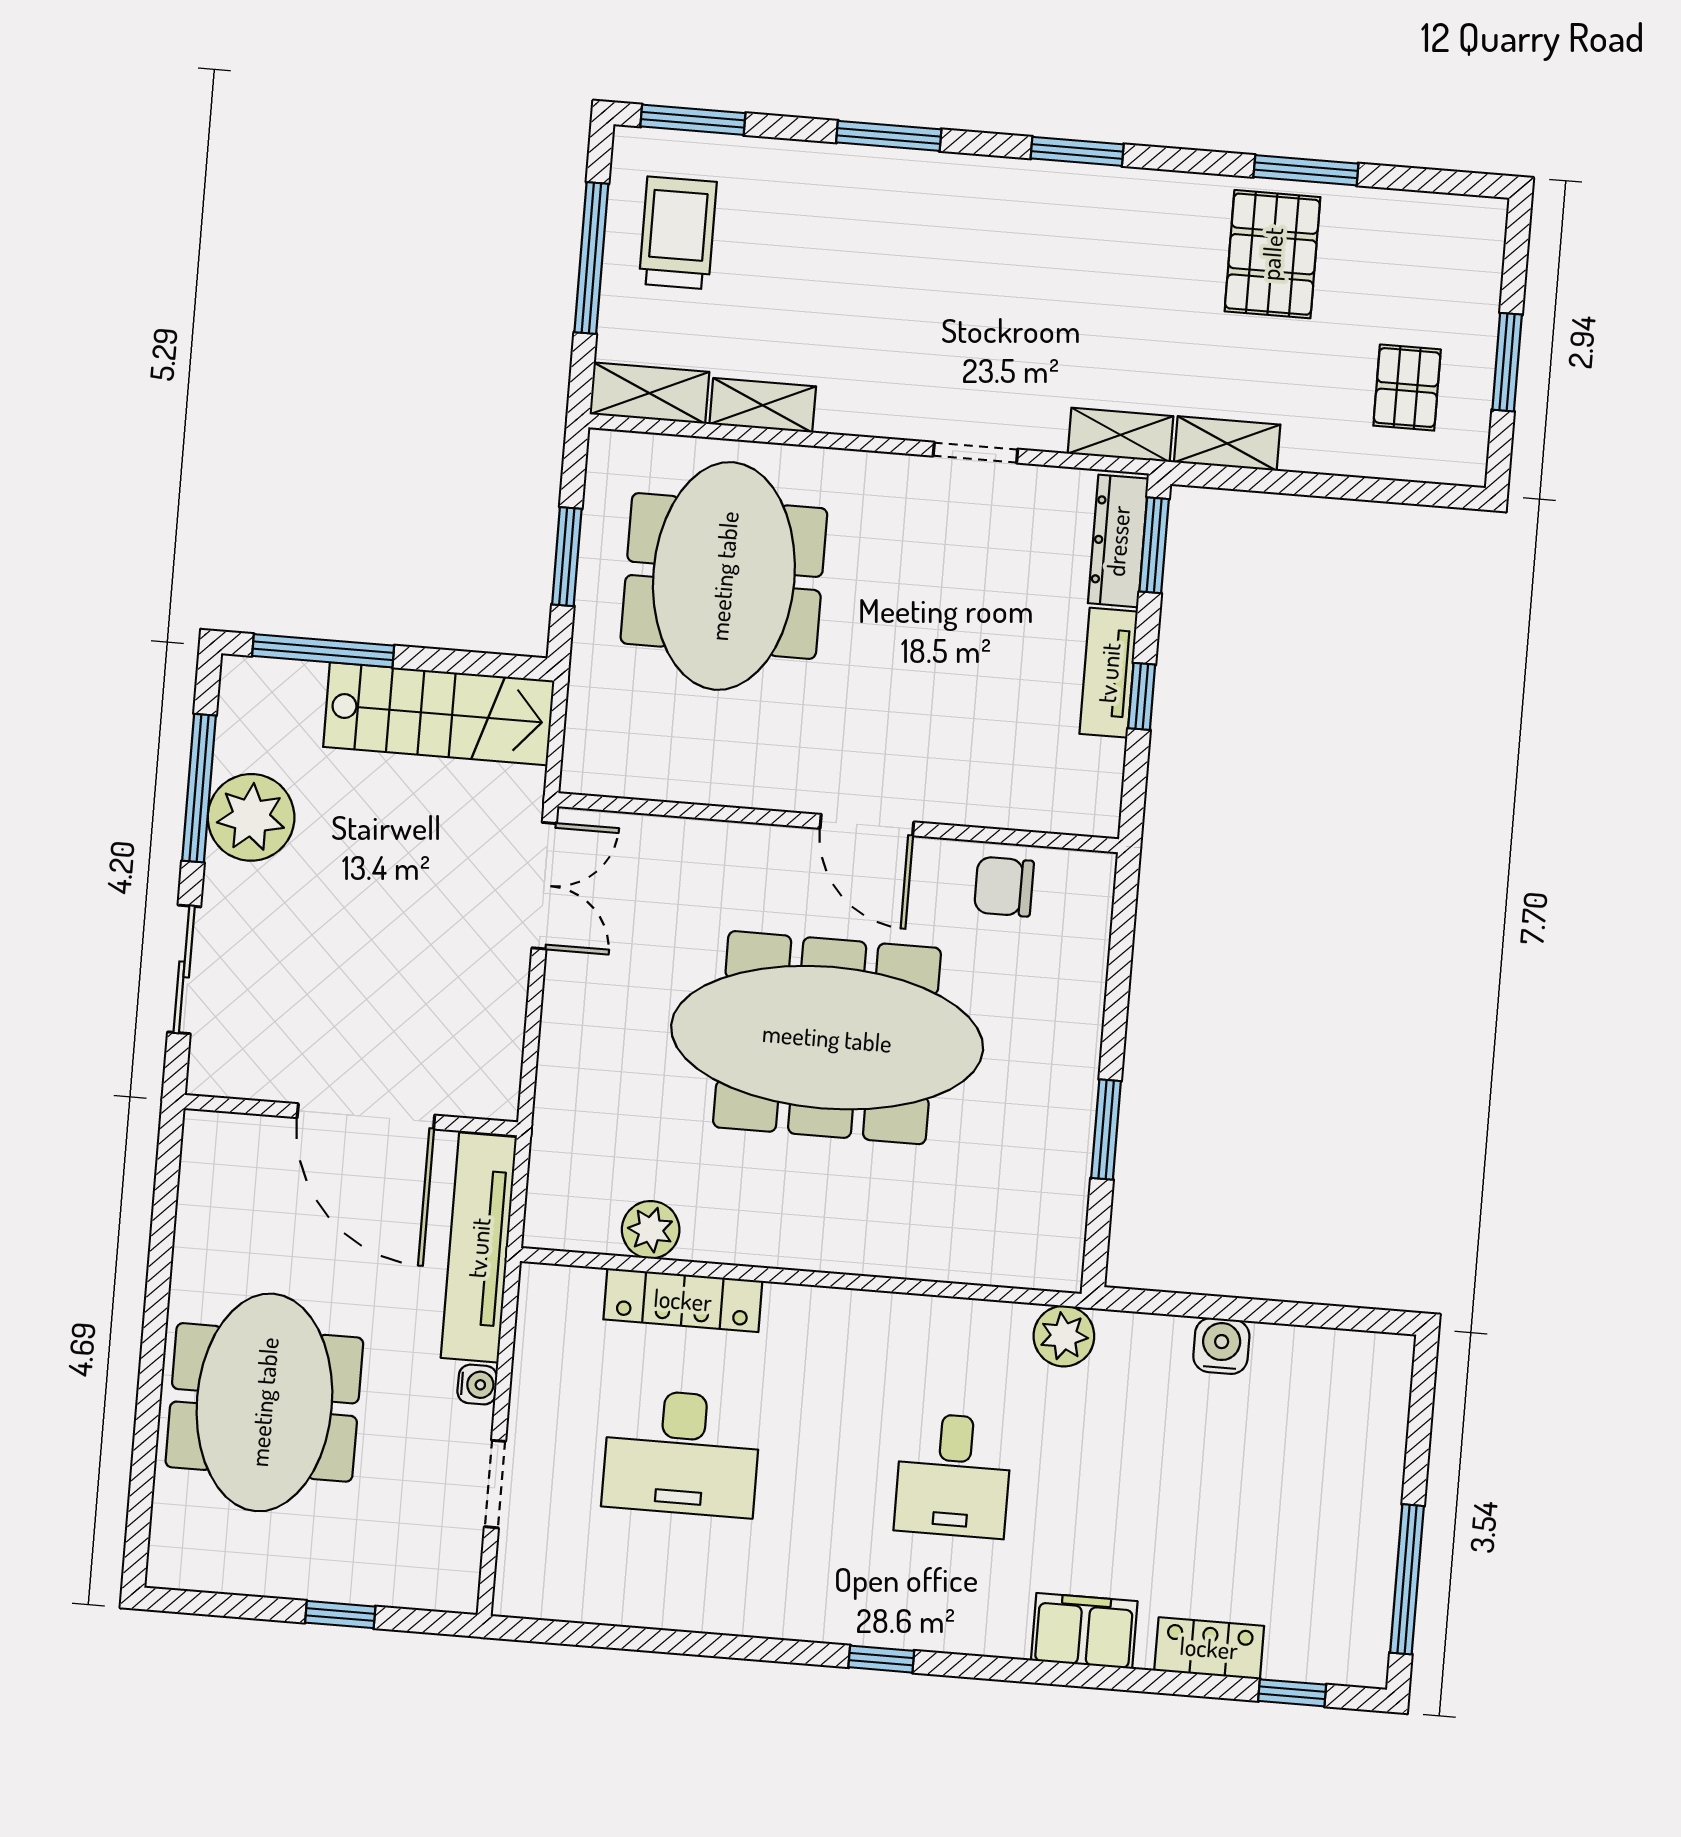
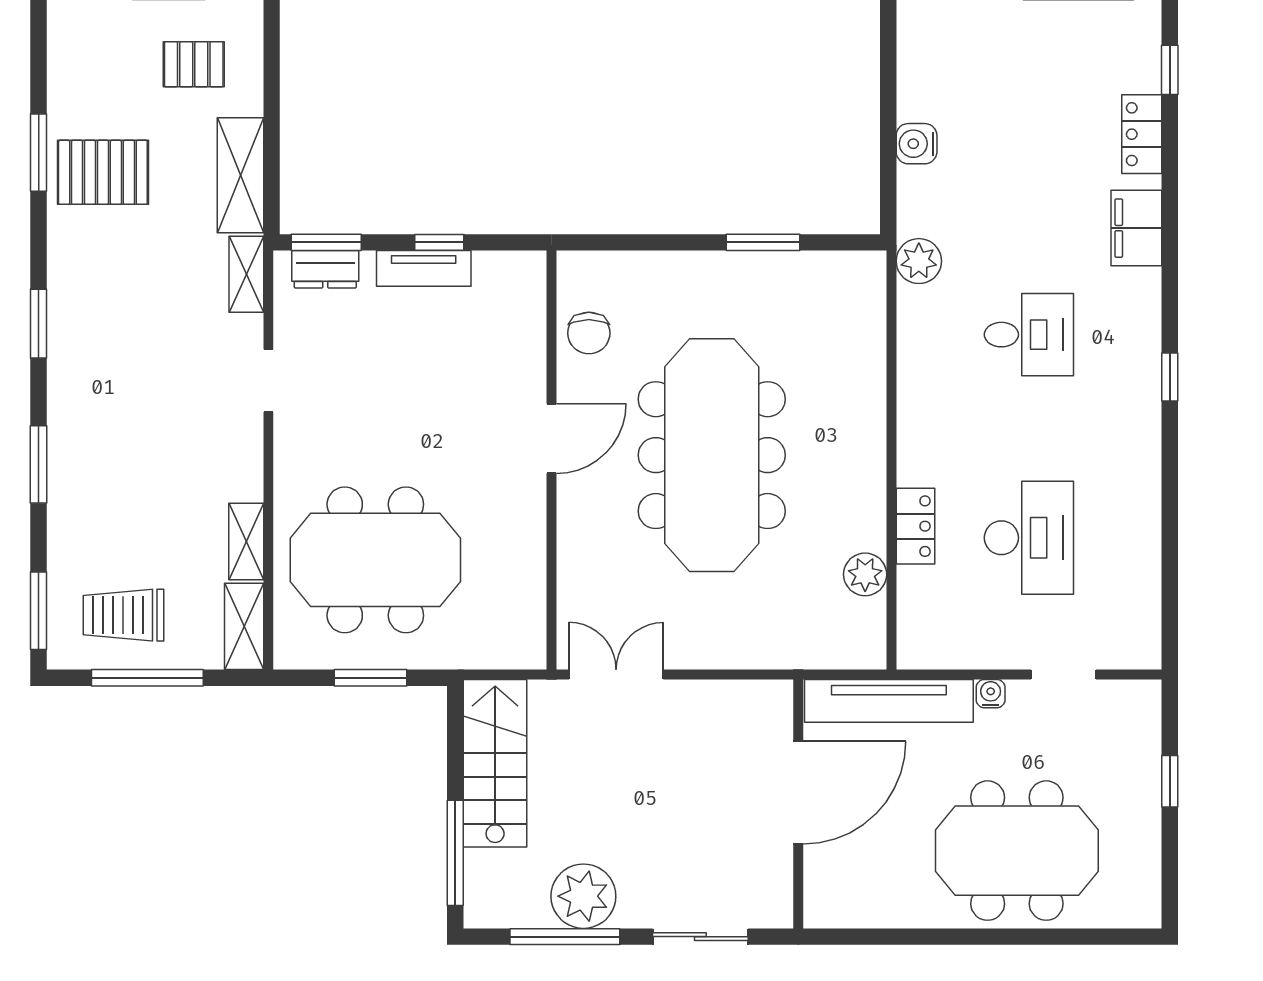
shelving: (1227, 443) -> (240, 175), width x1.50, depth x1.33
dresser: (1118, 541) -> (325, 269), width x0.70
locker: (683, 1300) -> (915, 526), width x0.66

